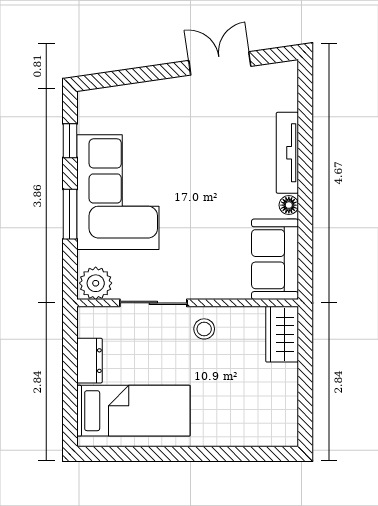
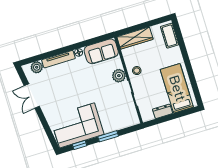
plant: (284, 96) -> (37, 67), added
corner sofa: (118, 192) -> (77, 125), moved
plant: (96, 283) -> (119, 76), moved
wardrobe: (282, 334) -> (135, 38), width x1.50
cot: (263, 432) -> (170, 36), added

